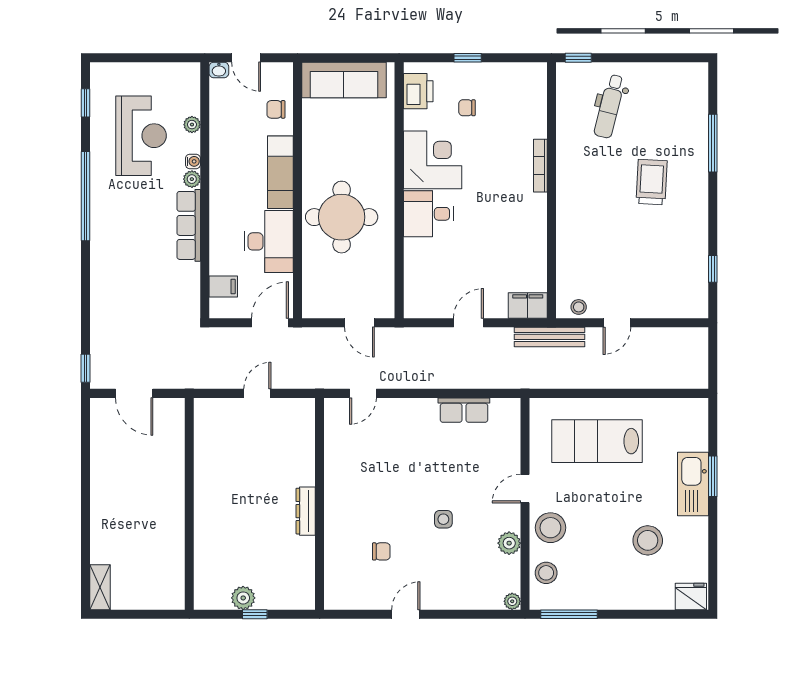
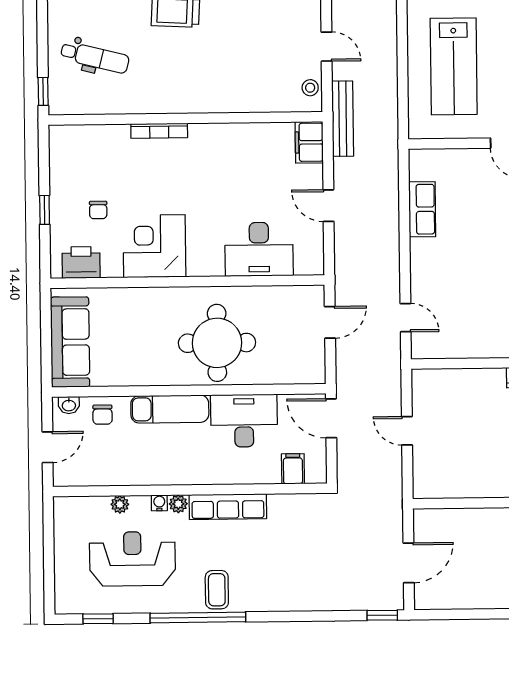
washbasin: (219, 70) -> (69, 405), moved, turned 90
coffee table: (111, 214) -> (217, 590), added
desk: (428, 214) -> (259, 249), moved, width x1.37

